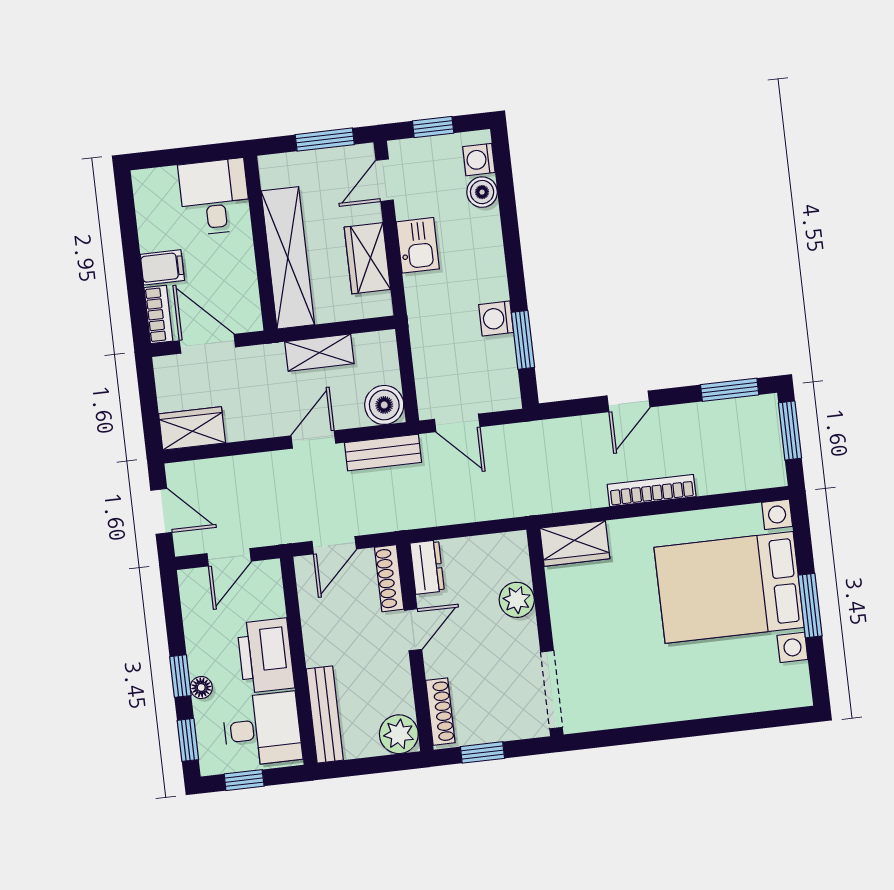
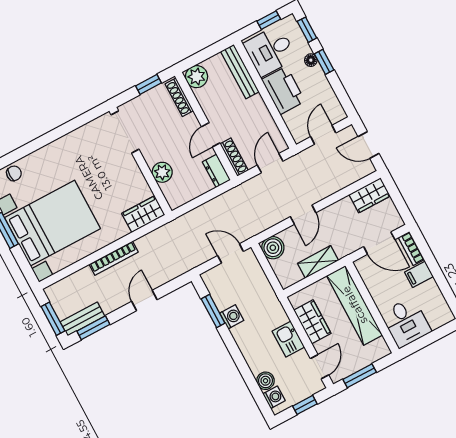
bench: (383, 453) -> (82, 319), moved
chair: (760, 694) -> (14, 173), added

